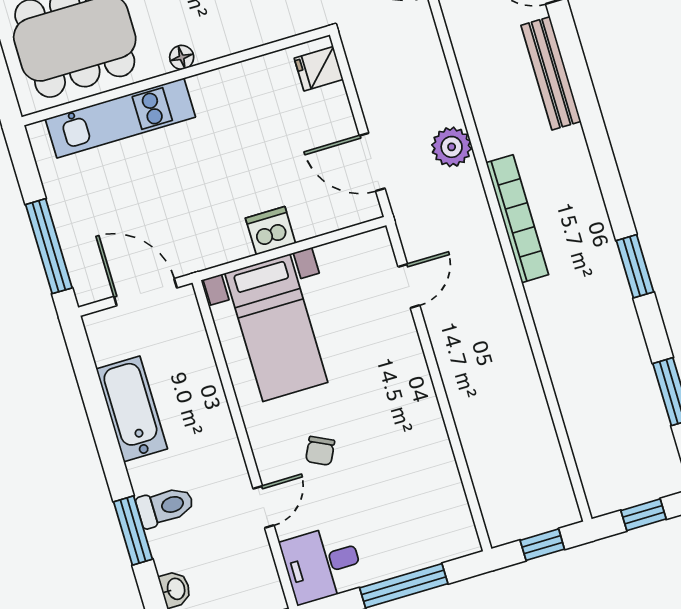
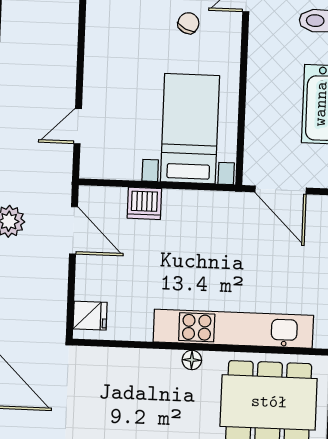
kitchen unit: (120, 118) -> (233, 329), width x1.36
dishwasher: (271, 231) -> (144, 203), moved

